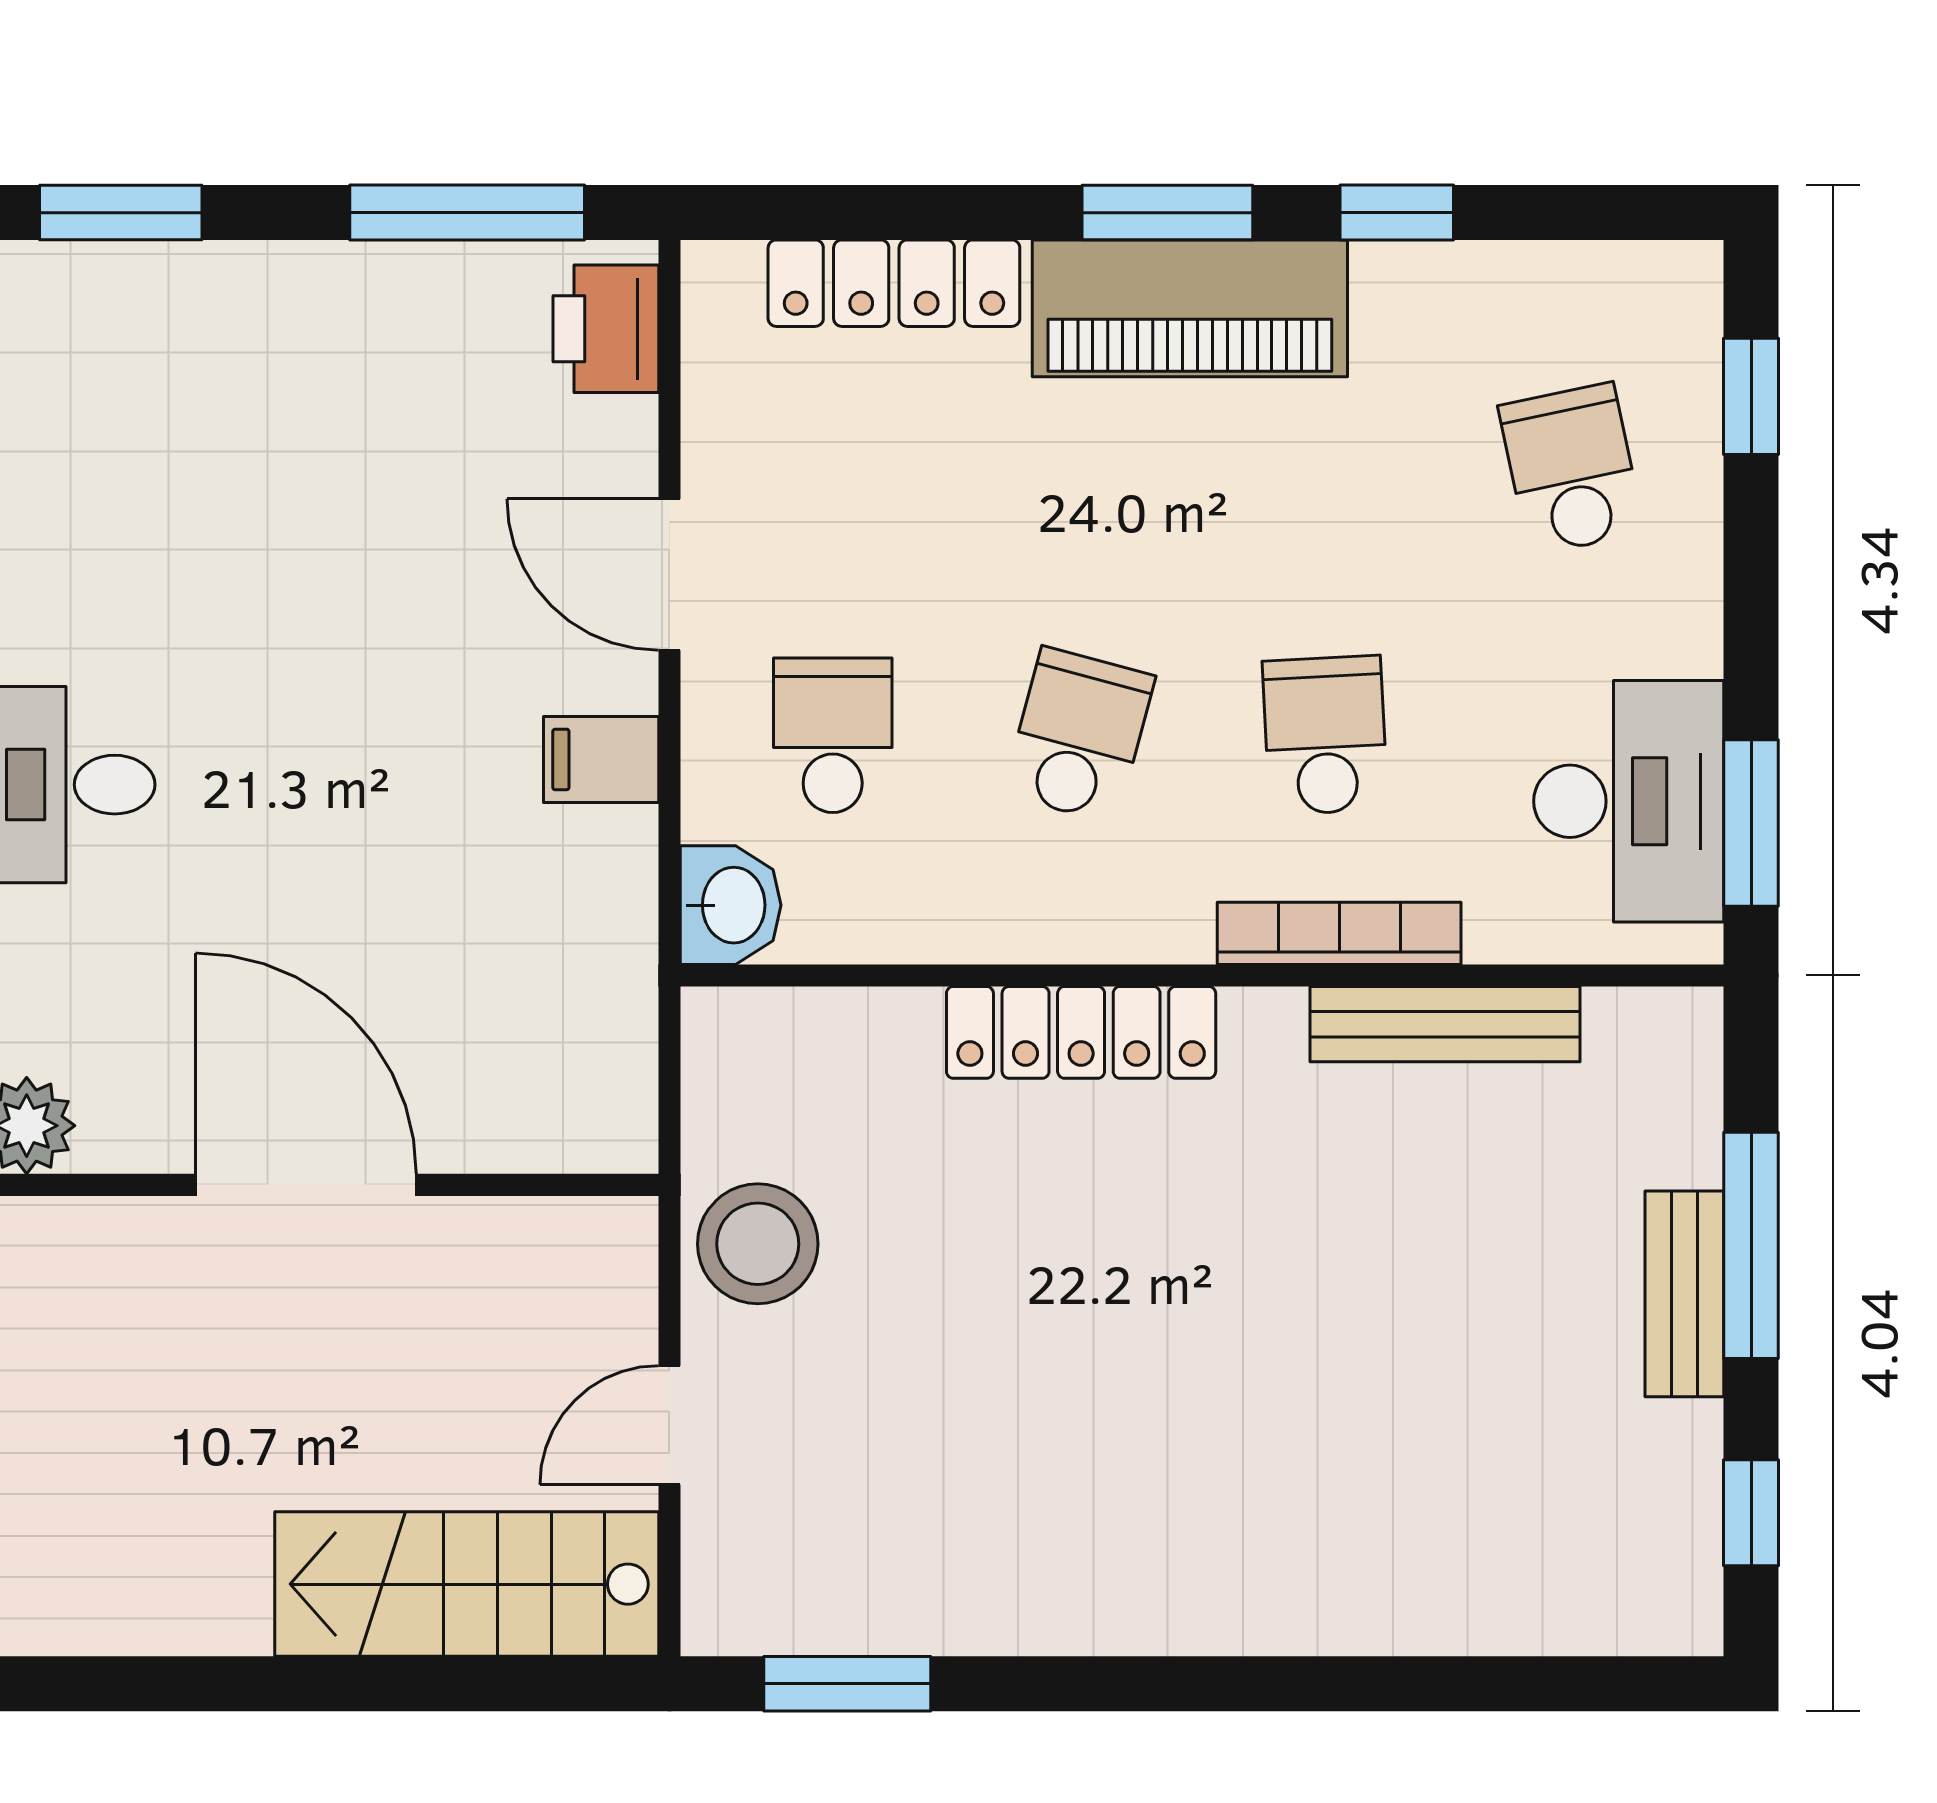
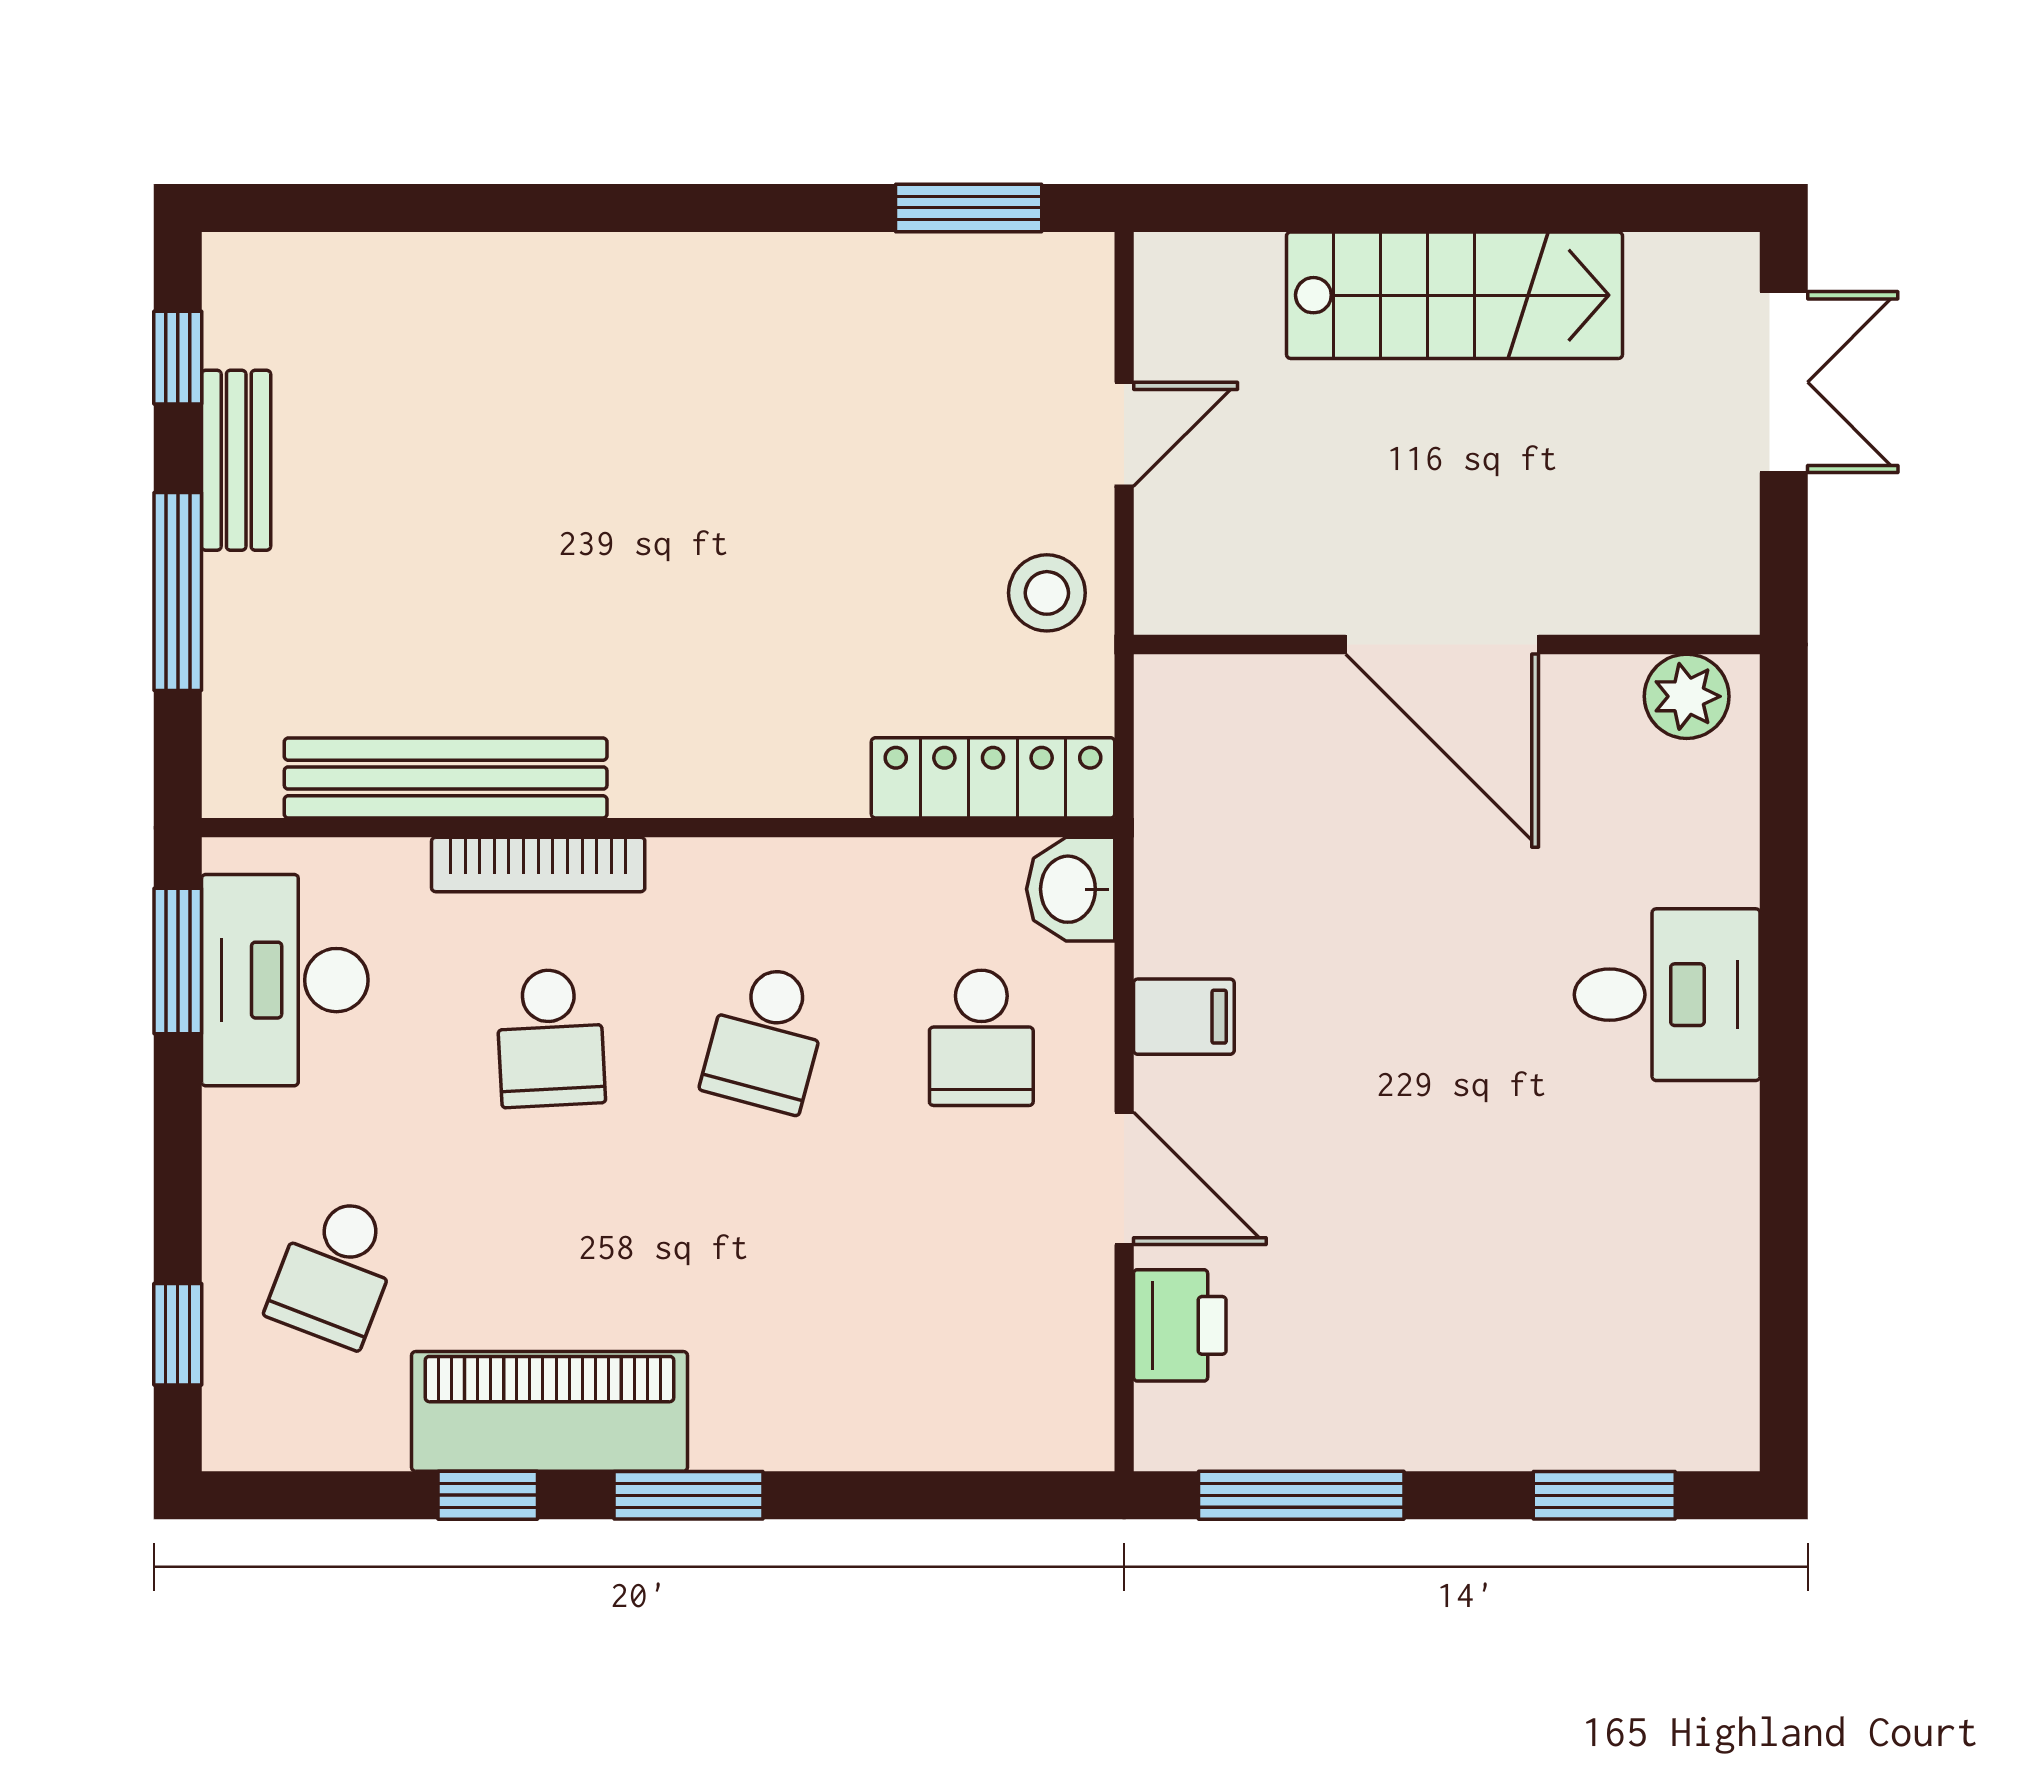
locker: (894, 283) -> (928, 1433), removed
piano: (1190, 308) -> (550, 1411), moved
printer: (606, 329) -> (1180, 1325), moved
school desk: (1571, 469) -> (335, 1271), turned 33
bench: (1445, 1024) -> (446, 778), width x1.37, depth x1.21
locker: (1081, 1032) -> (993, 778), moved
stool: (758, 1244) -> (1047, 593), width x0.73, depth x0.73
bench: (1684, 1294) -> (236, 460), moved
stairs: (467, 1584) -> (1454, 295), moved

